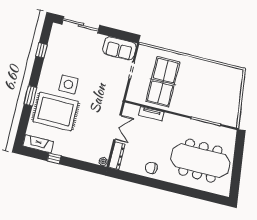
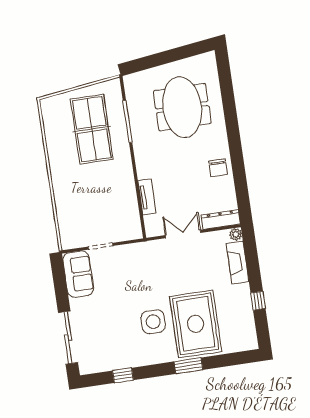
table tennis table: (163, 82) -> (92, 129), moved, turned 90
fireplace: (38, 144) -> (237, 262), moved
meeting table: (200, 161) -> (182, 107), width x0.73

